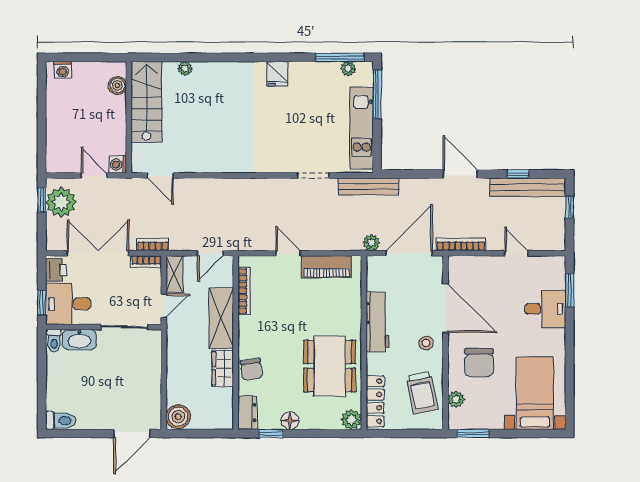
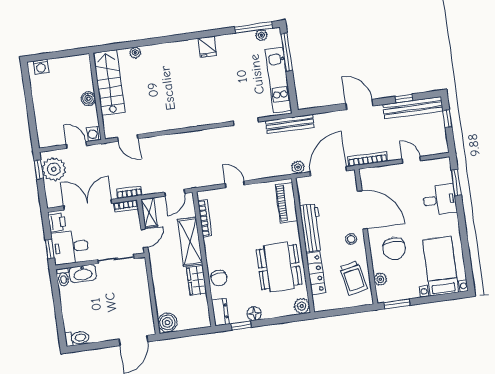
boiler: (117, 85) -> (88, 99), moved
piano: (326, 267) -> (286, 203), moved, turned 90
locker: (375, 401) -> (316, 273), moved

